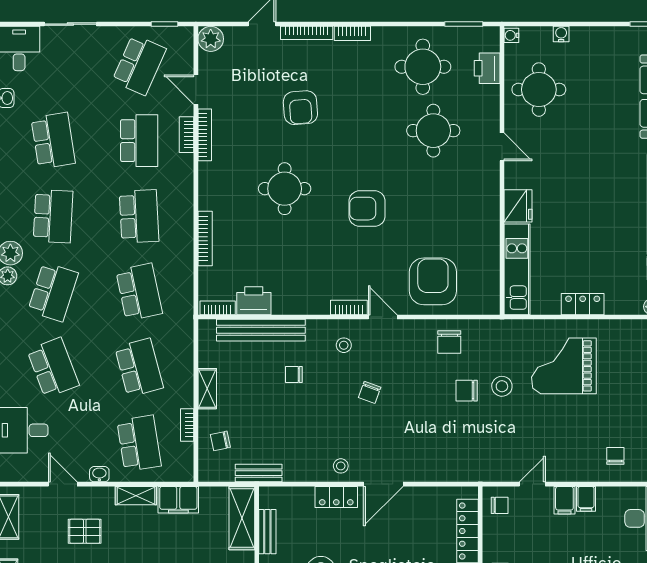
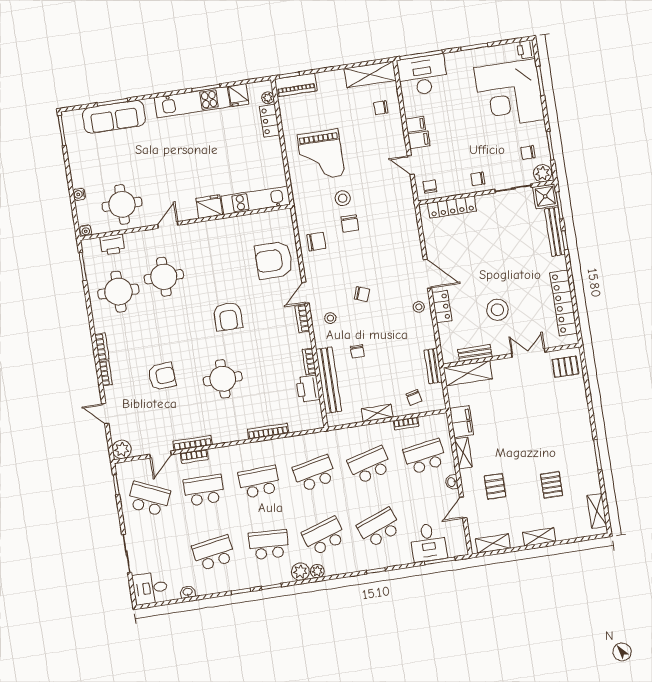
bookcase: (307, 33) -> (106, 373), width x0.64
school desk: (53, 292) -> (324, 536), turned -36
locker: (583, 304) -> (269, 121), moved
bookcase: (218, 308) -> (309, 361), moved

